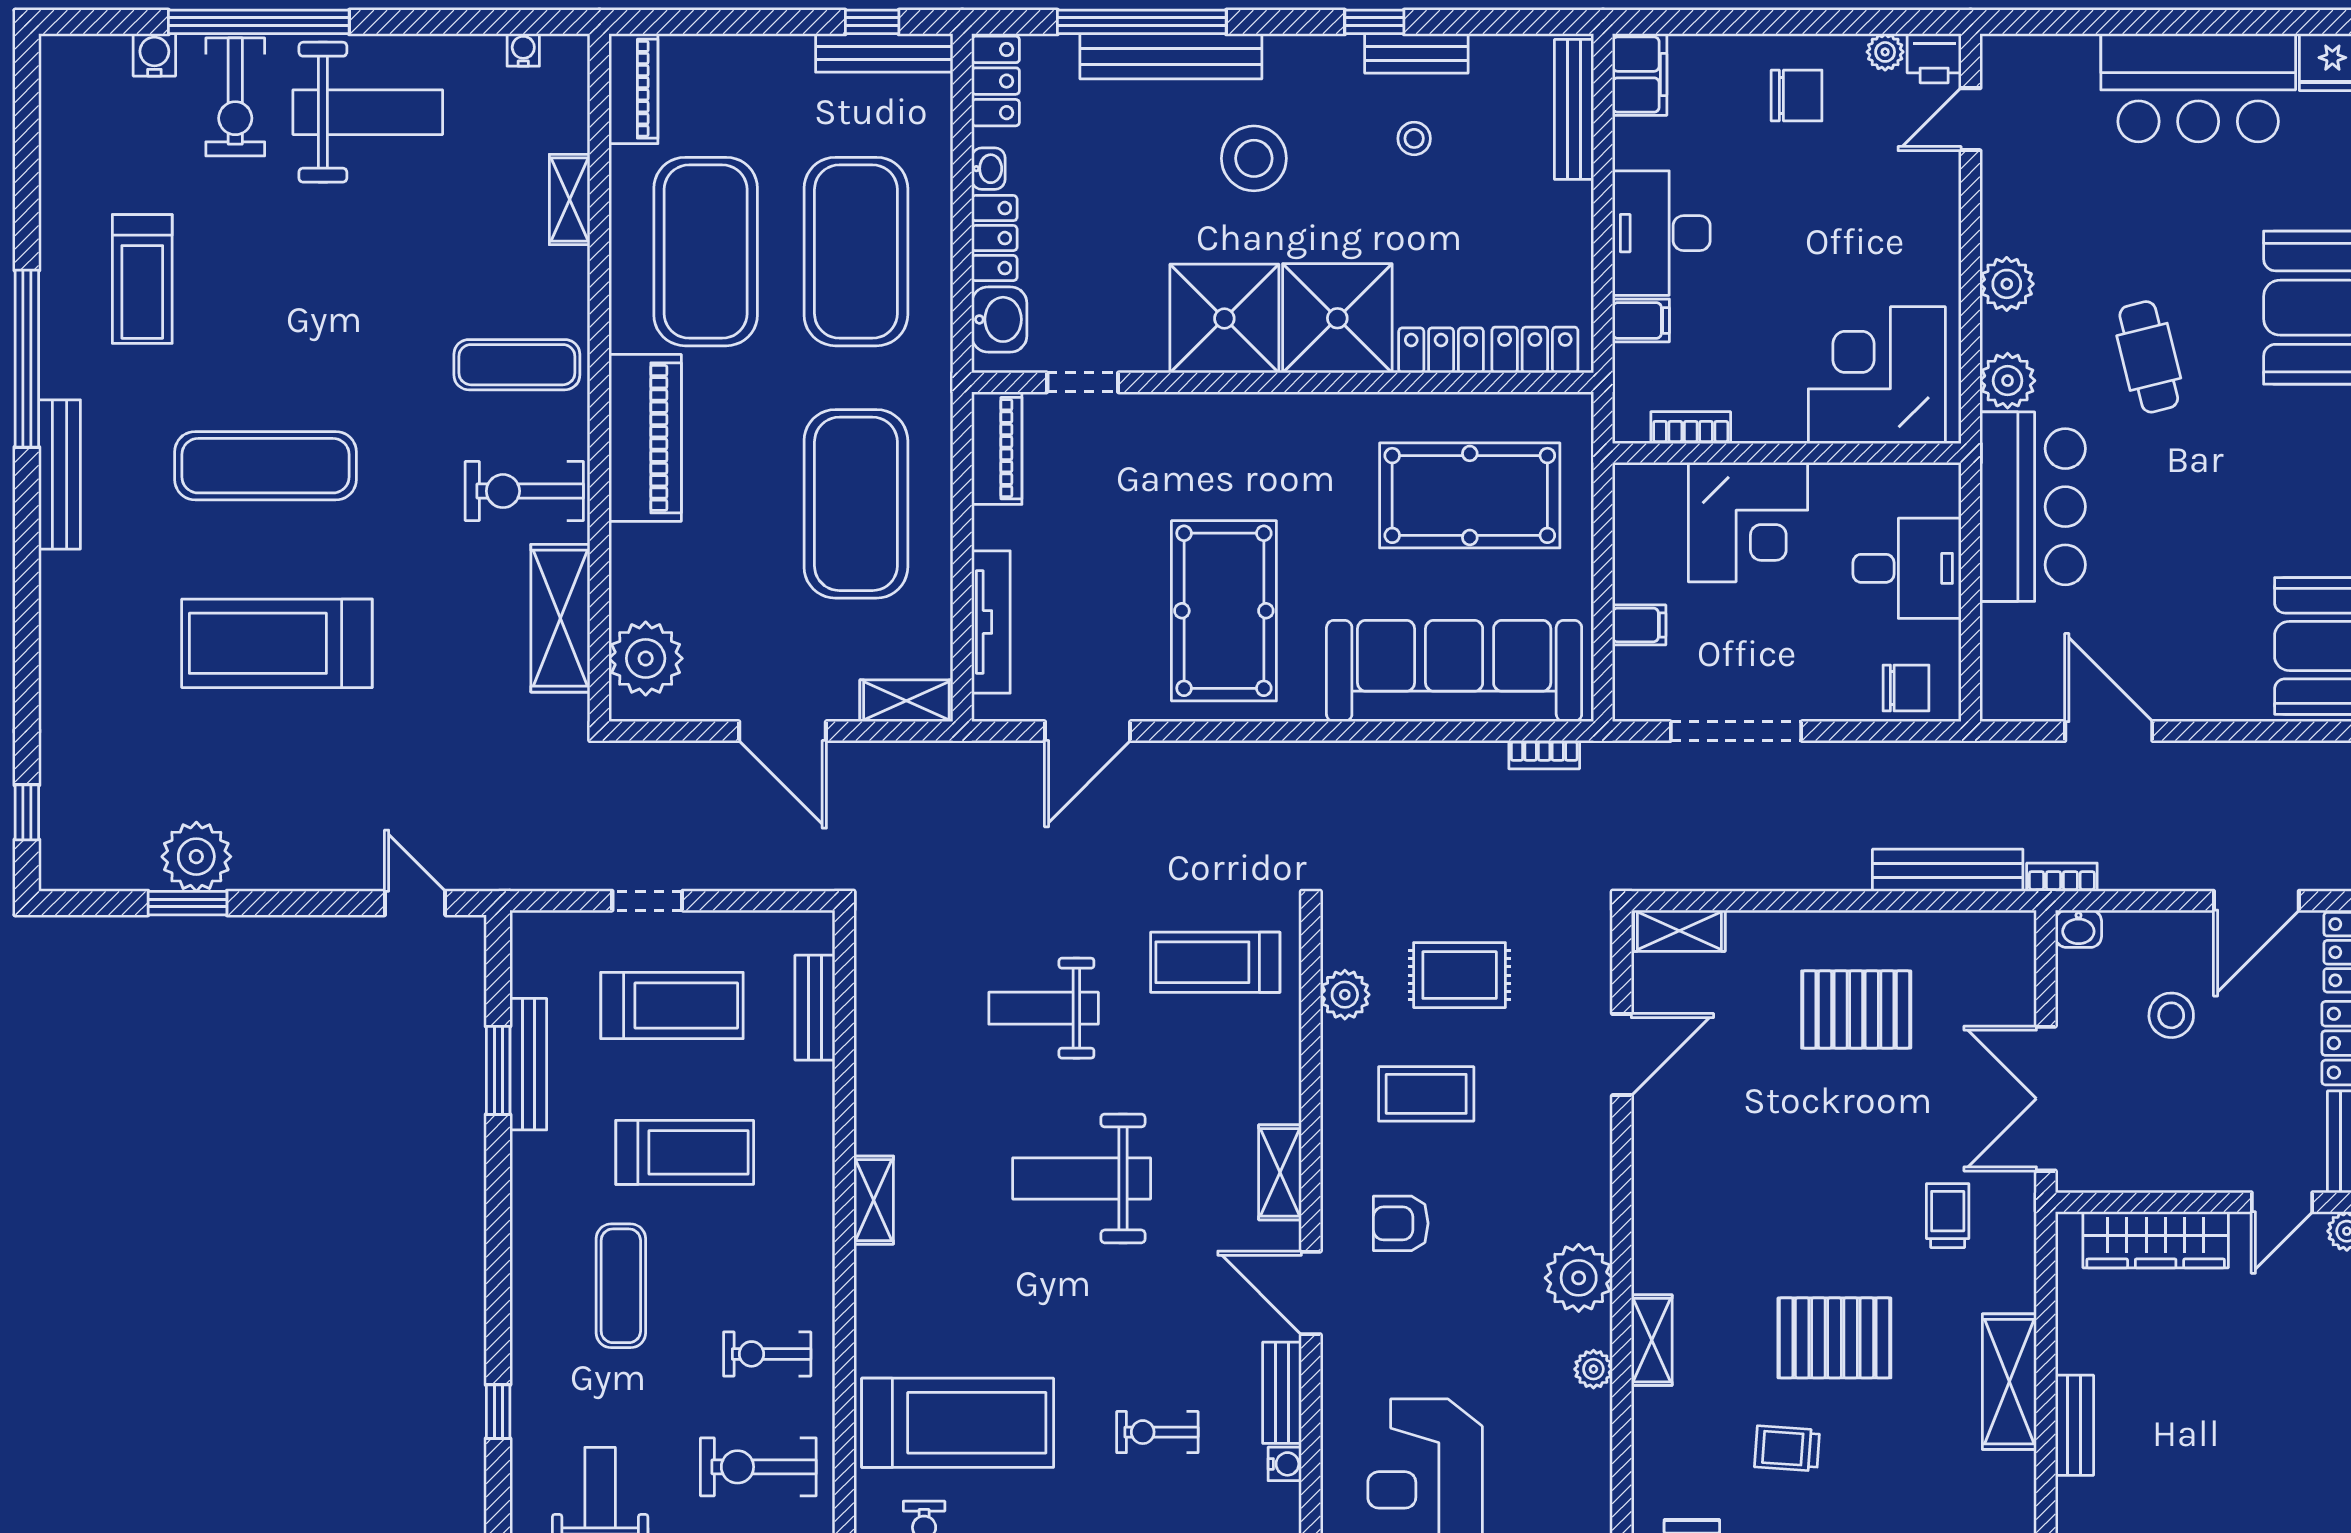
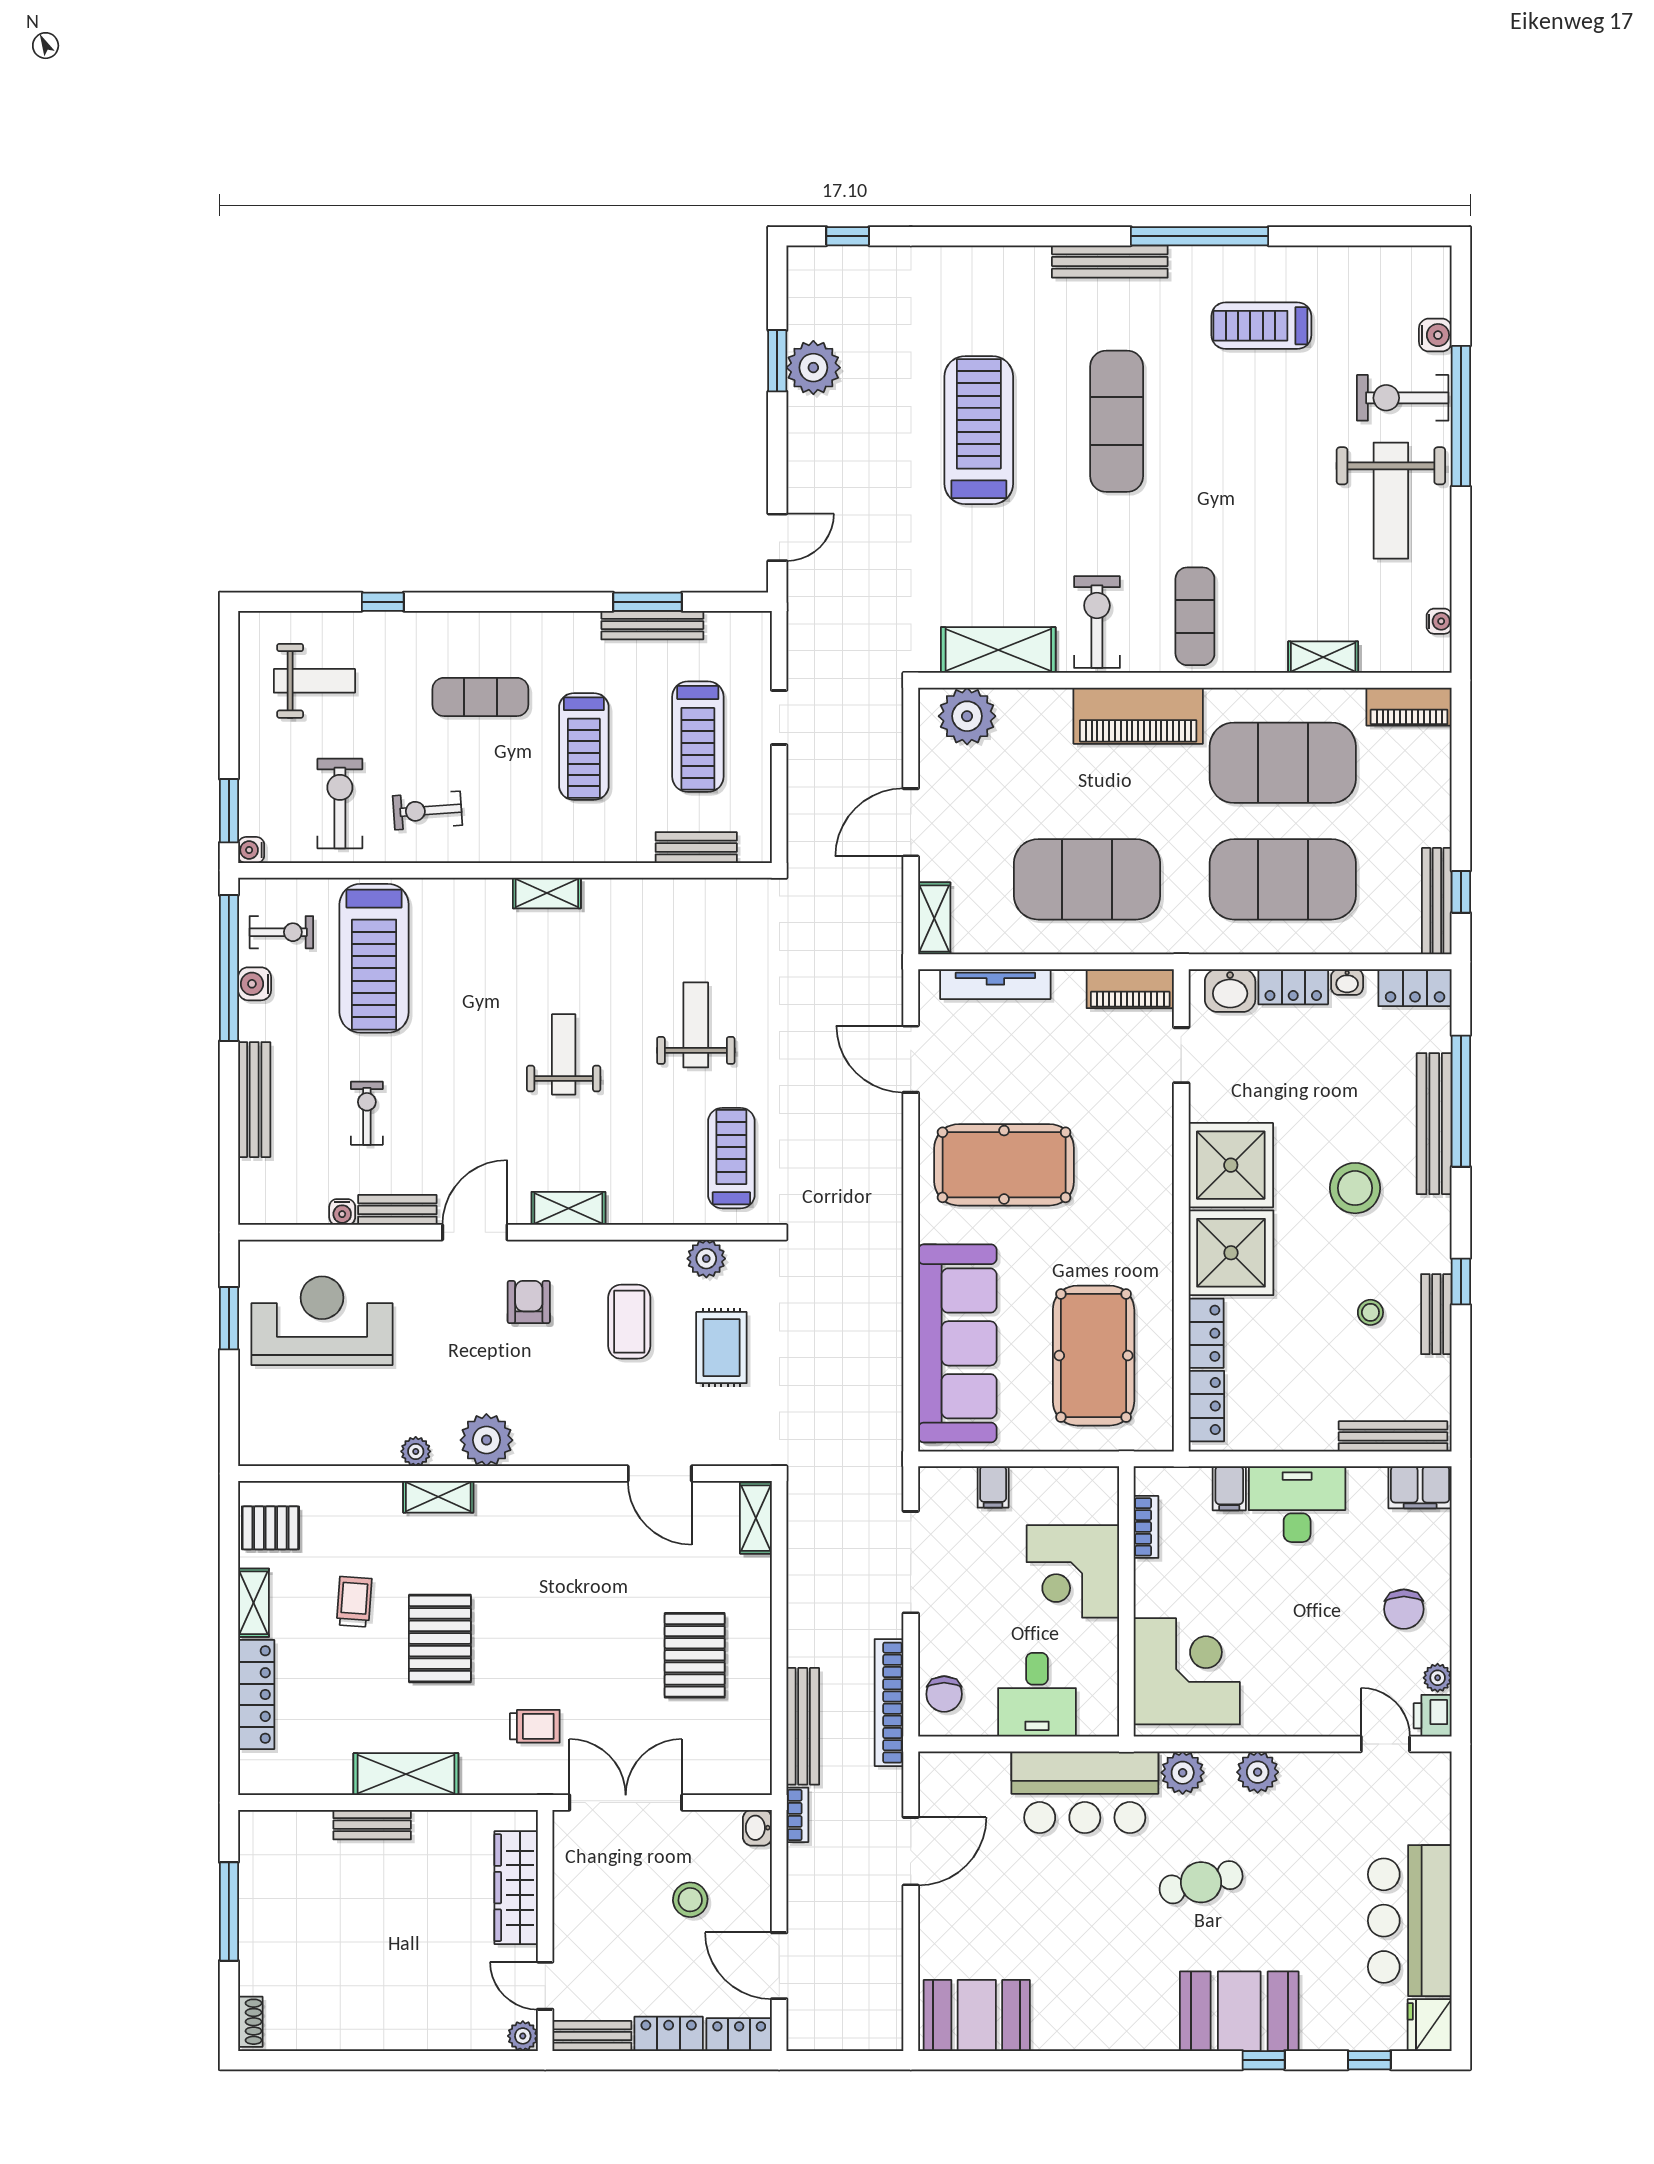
bookcase: (1544, 755) -> (889, 1703), moved, width x2.31, depth x1.31
weight bench: (1082, 1178) -> (564, 1054), width x0.73, depth x0.75
exercise bike: (767, 1354) -> (427, 810), turned -94

